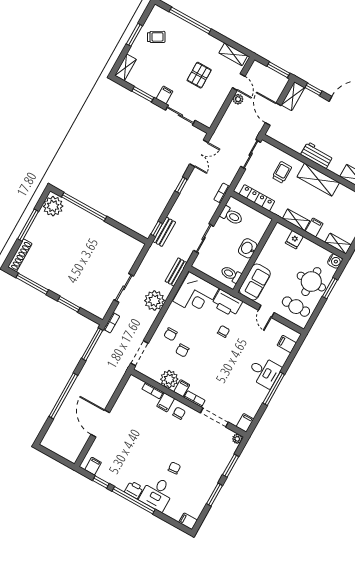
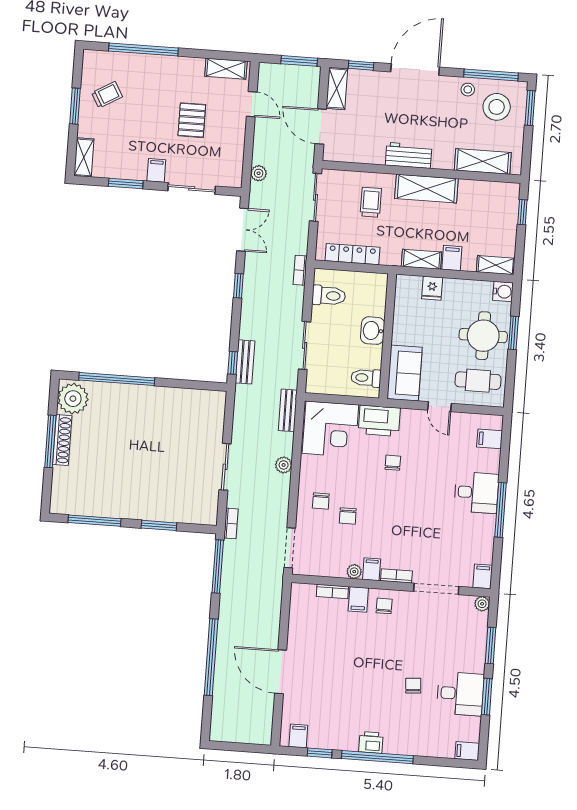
plant: (238, 99) -> (259, 173), moved
shoe rack: (20, 255) -> (62, 440), moved
plant: (154, 301) -> (284, 465), width x0.53, depth x0.53
plant: (169, 379) -> (354, 572), width x0.53, depth x0.53
desk: (157, 494) -> (460, 694), moved, turned -90

